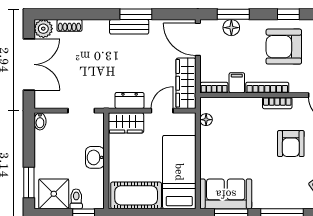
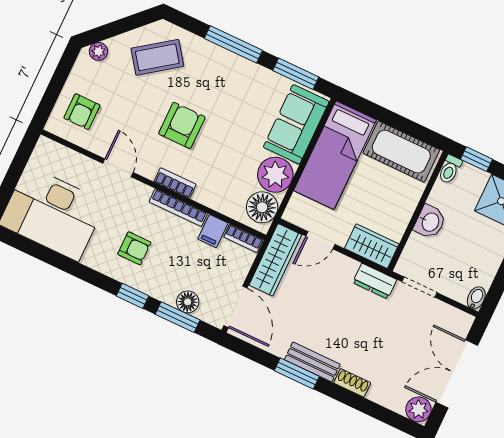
window: (288, 14) -> (132, 296), moved
shoe rack: (69, 25) -> (352, 383), moved
armchair: (284, 47) -> (134, 248), width x0.53, depth x0.53
dresser: (130, 100) -> (375, 281), moved
floor lamp: (206, 120) -> (262, 207), width x1.89, depth x1.89
plant: (213, 140) -> (275, 175), added
sofa: (226, 194) -> (296, 124), moved, turned 90
toilet: (76, 199) -> (450, 169), moved

